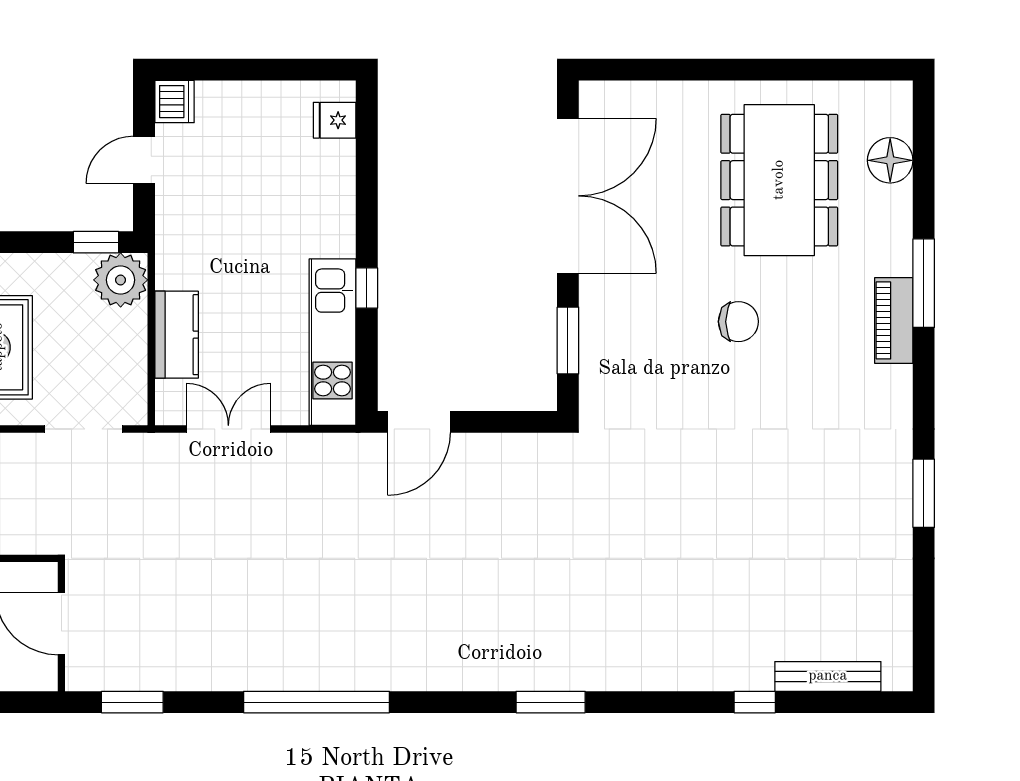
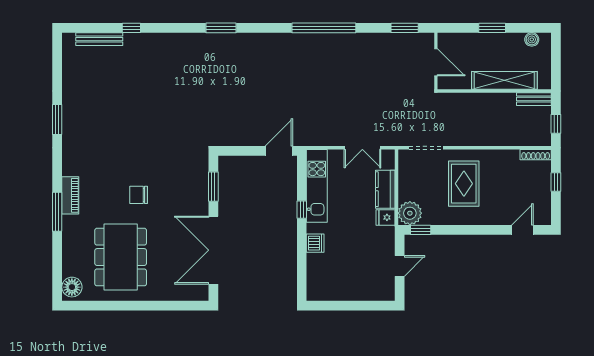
dishwasher: (175, 102) -> (315, 243), moved, turned 180
fridge: (335, 120) -> (385, 217), moved, turned 180
floor lamp: (890, 160) -> (72, 287), moved

